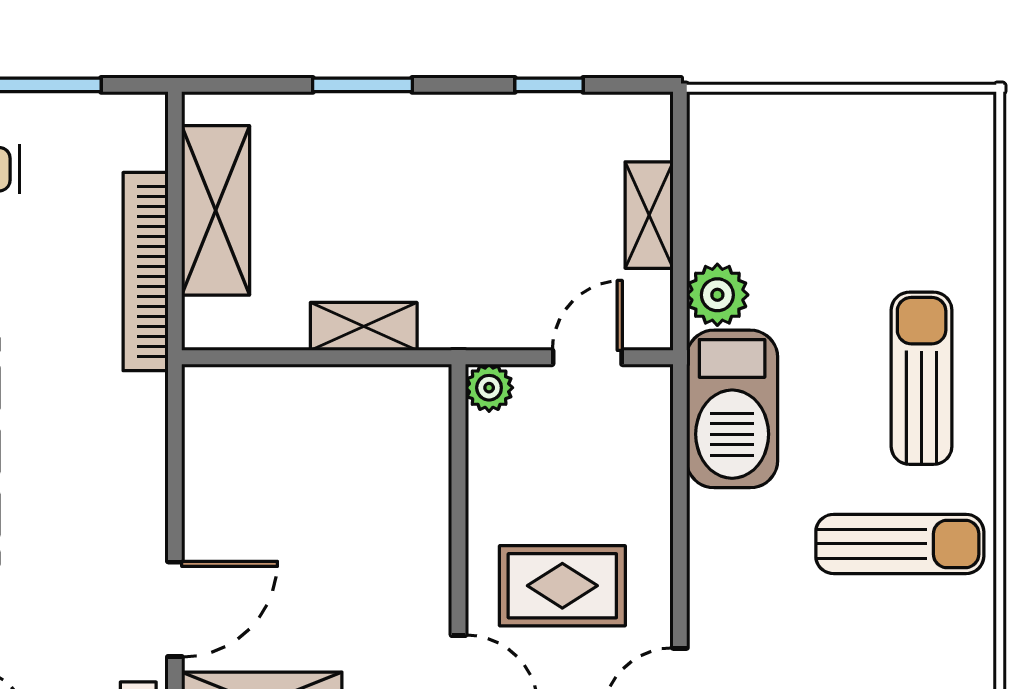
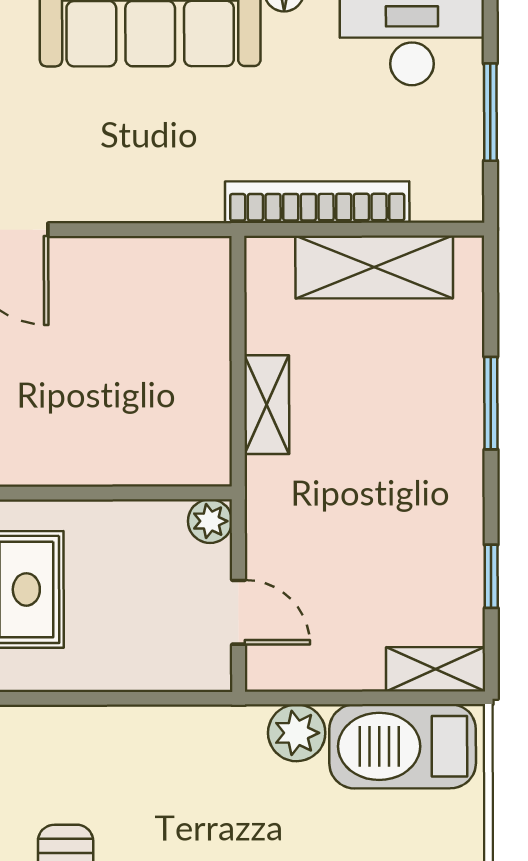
shelving: (649, 215) -> (436, 669), moved
barbecue: (732, 409) -> (403, 746), moved

